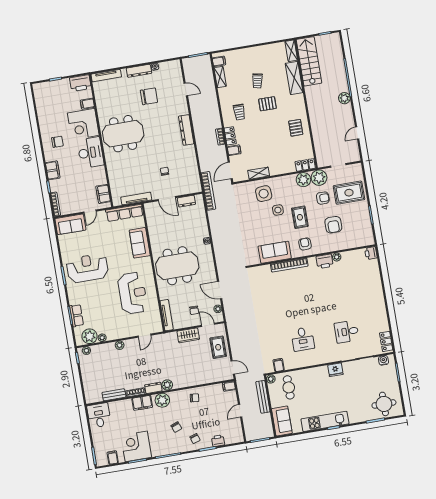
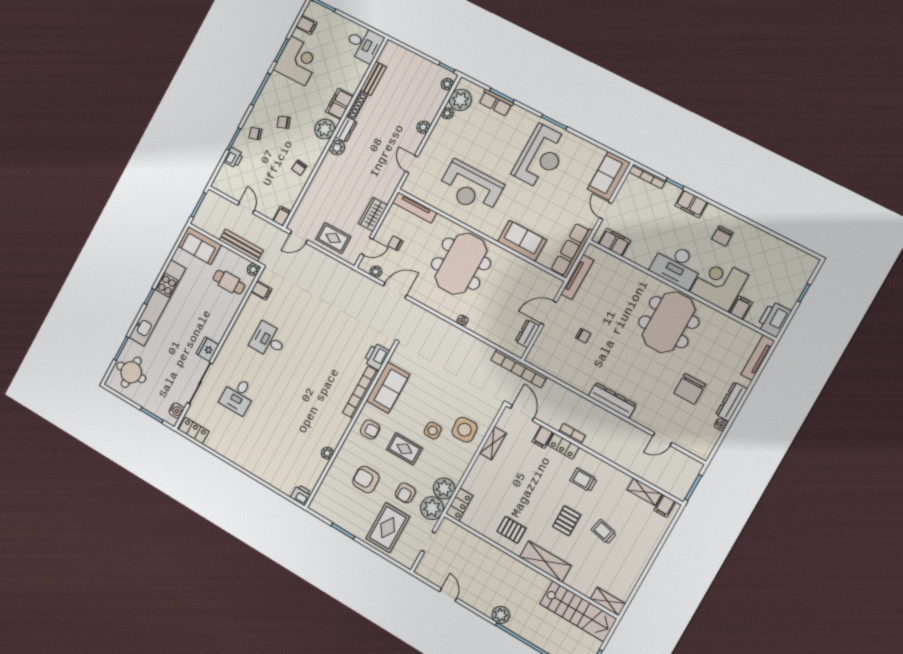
shelving: (294, 78) -> (545, 561), moved
printer: (325, 261) -> (377, 356), moved
desk: (347, 332) -> (238, 396), turned 180
kitchen unit: (325, 421) -> (157, 303), width x1.36

